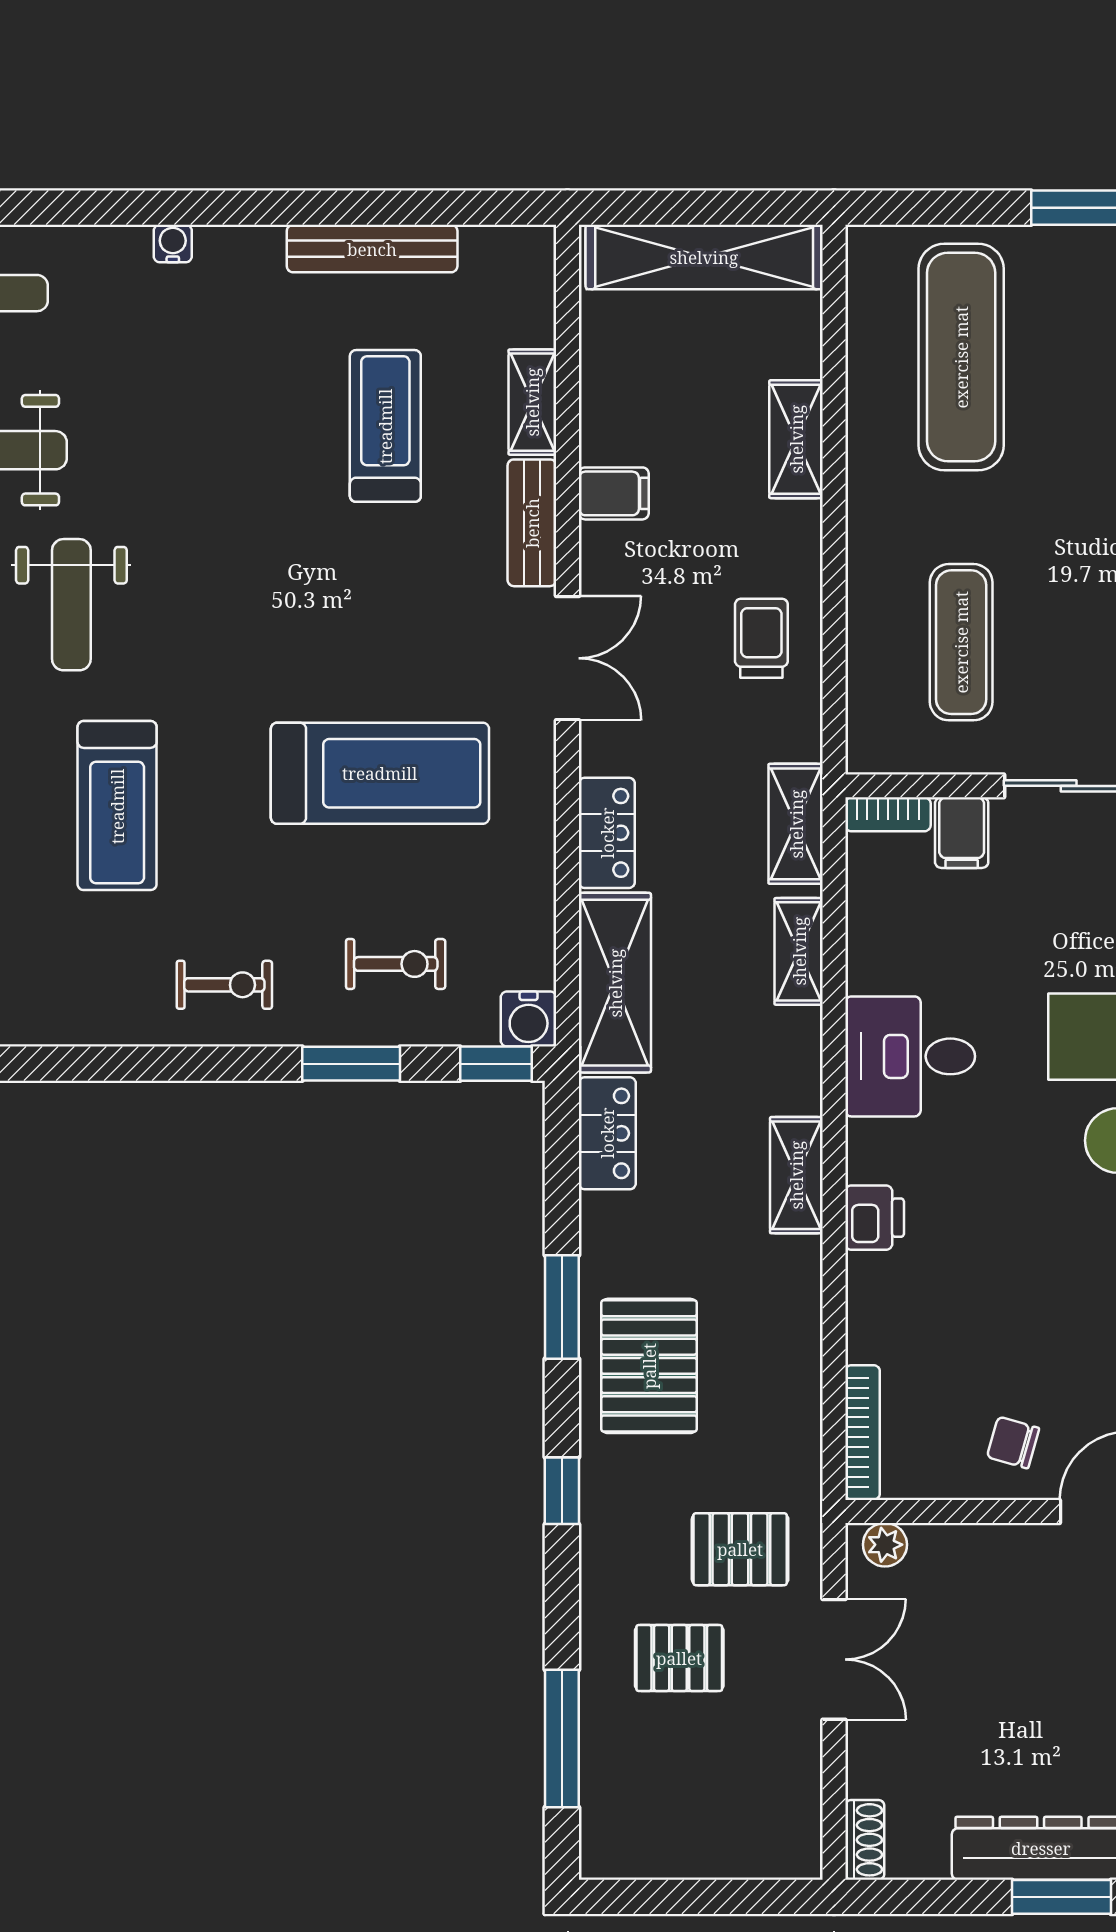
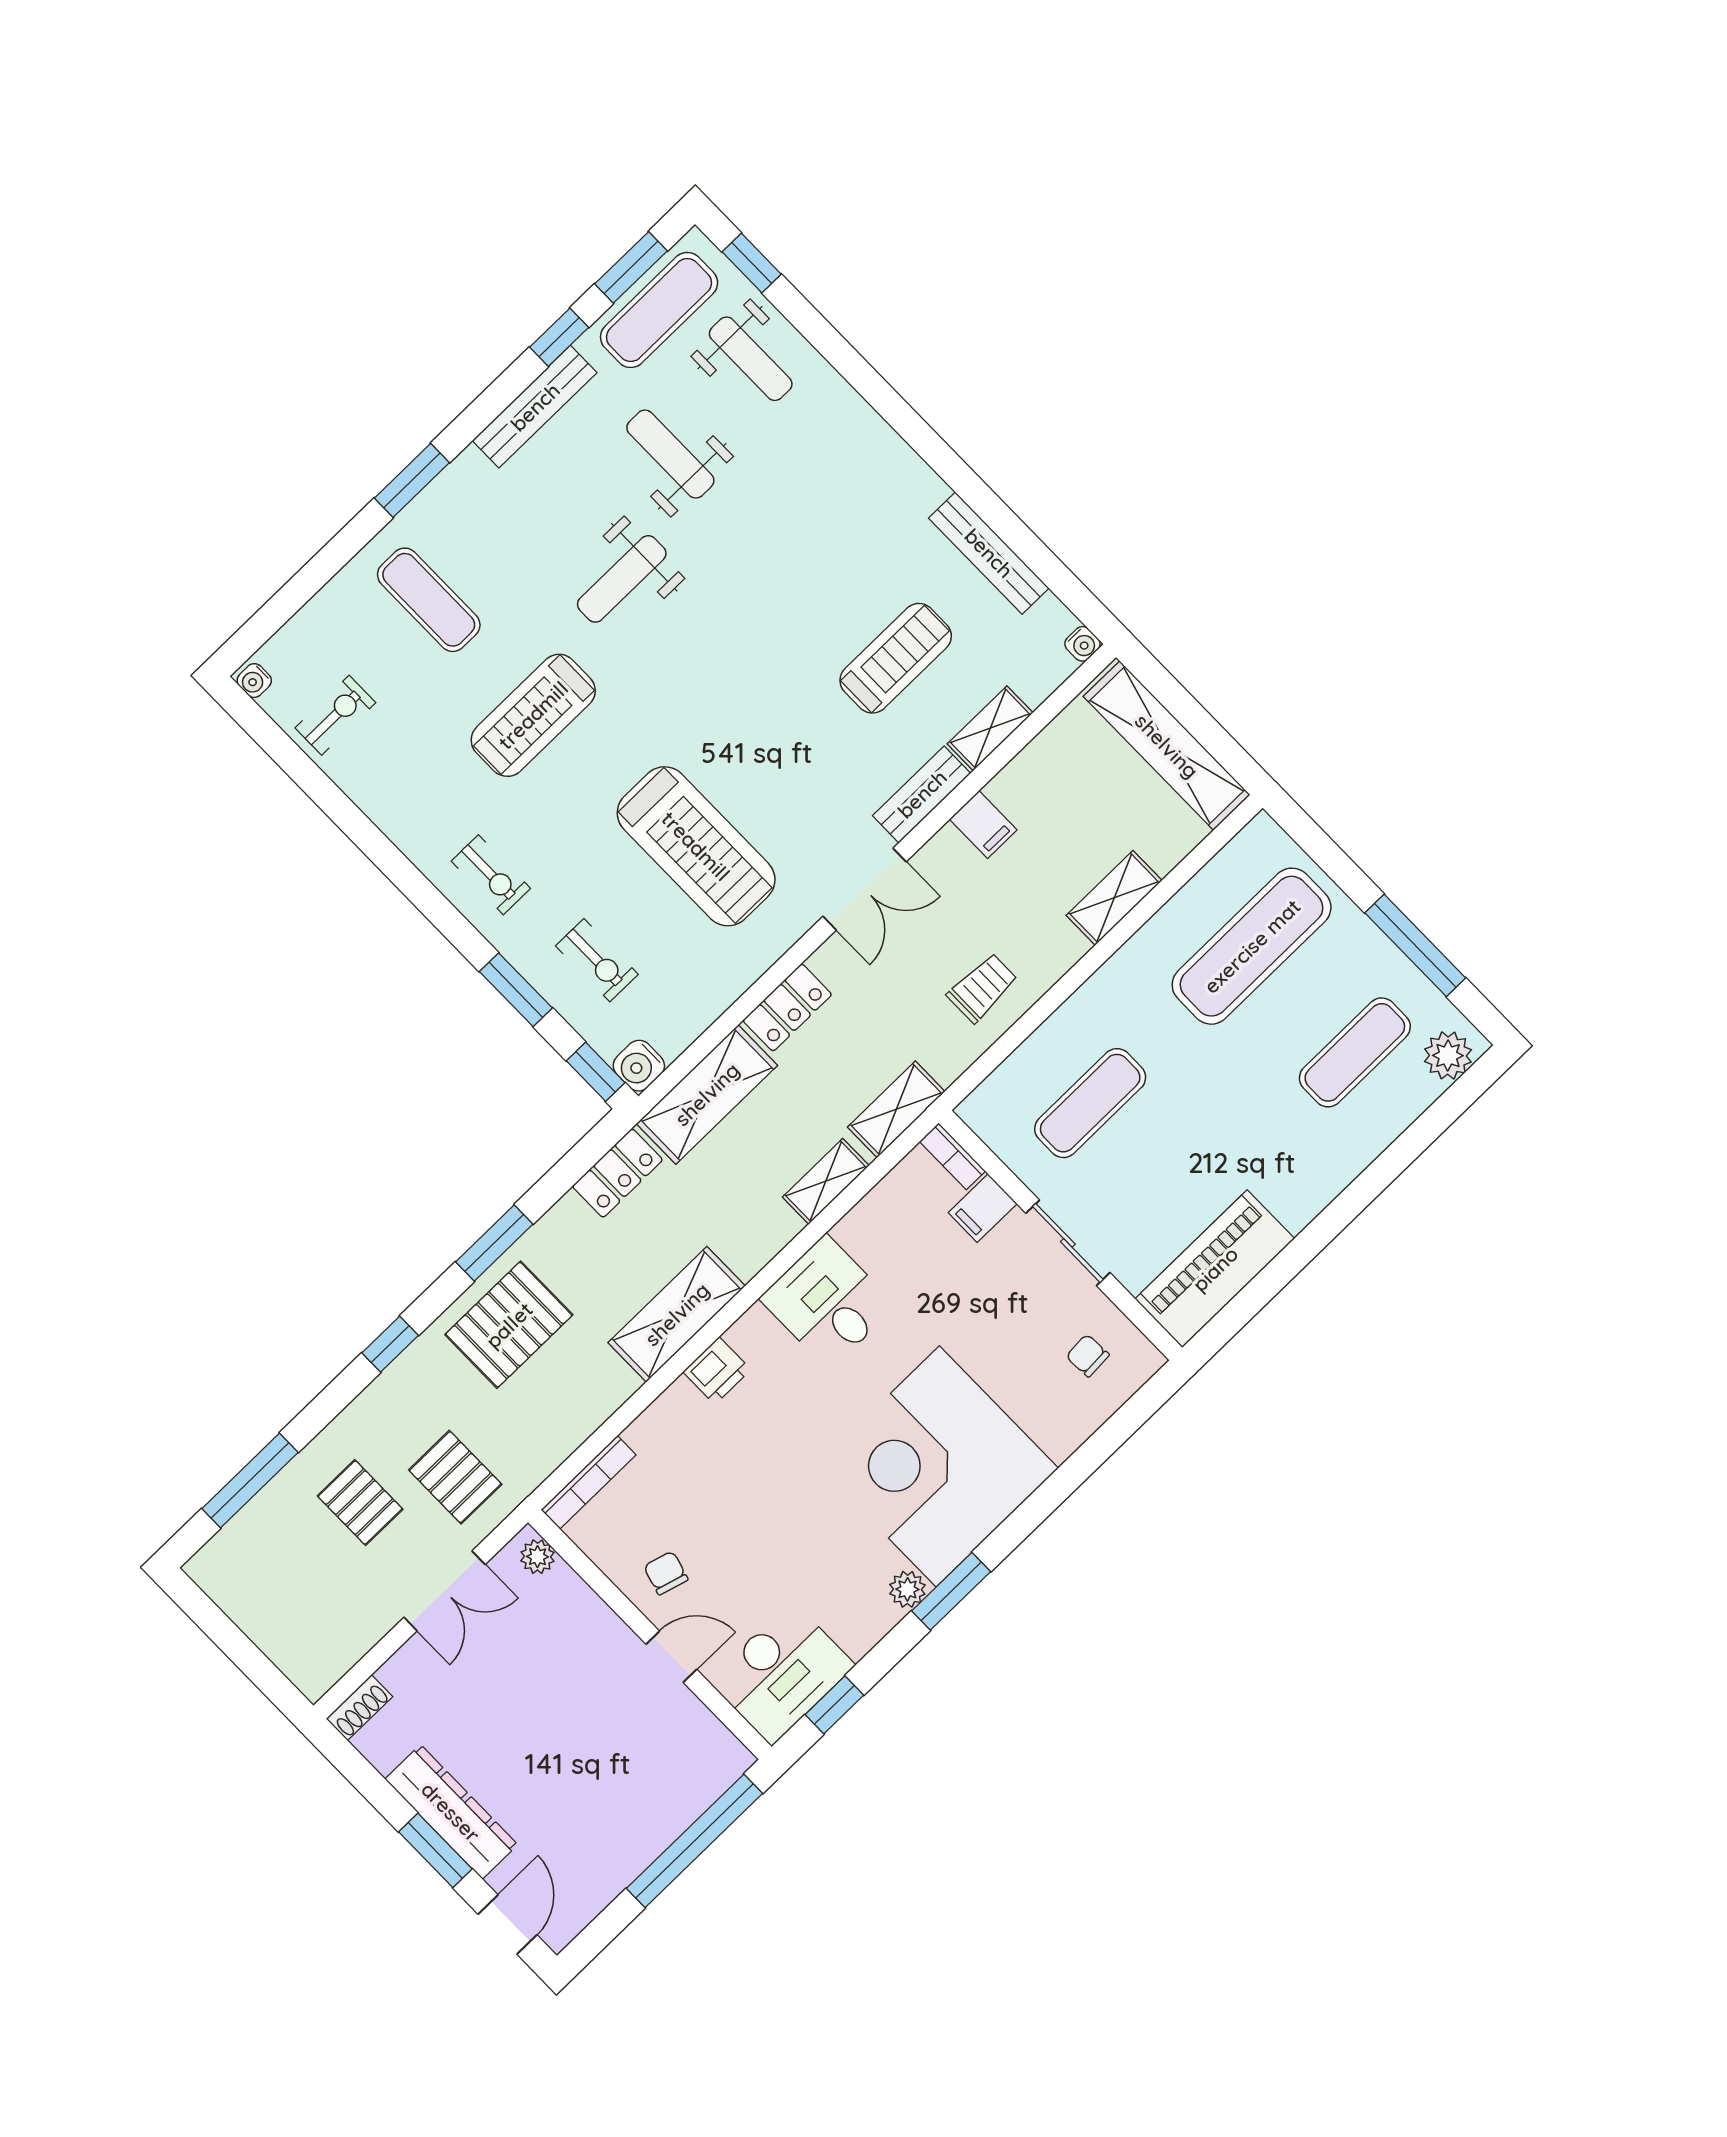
water cooler: (173, 244) -> (1082, 644), moved, turned 90
shelving: (796, 1175) -> (677, 1314), width x1.50, depth x1.33

